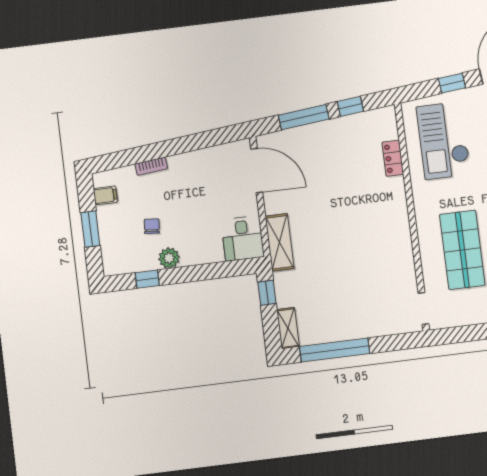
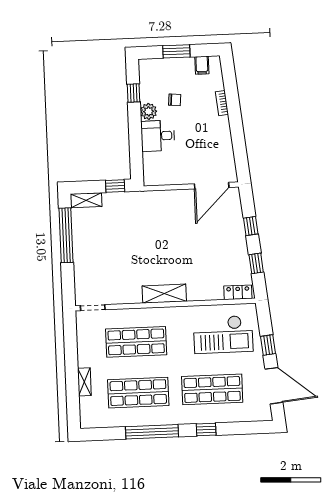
window: (304, 117) -> (251, 226), width x0.46
checkout: (443, 141) -> (223, 334), turned 180
locker: (393, 158) -> (238, 292), moved
desk: (243, 238) -> (158, 136), moved
shelving: (280, 242) -> (164, 294), moved

